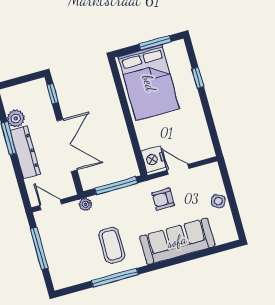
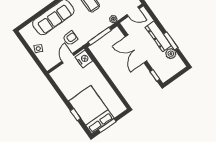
bed: (149, 83) -> (91, 110), moved
door: (178, 169) -> (68, 58), swing flipped

